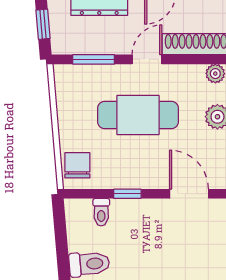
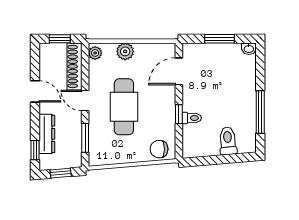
toilet: (101, 212) -> (192, 118), moved

